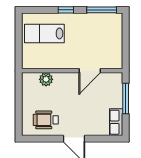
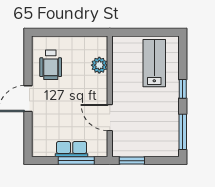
window: (126, 52) -> (132, 161), added
wheelchair: (46, 120) -> (51, 65), turned 180
row of seats: (116, 122) -> (72, 149), moved

